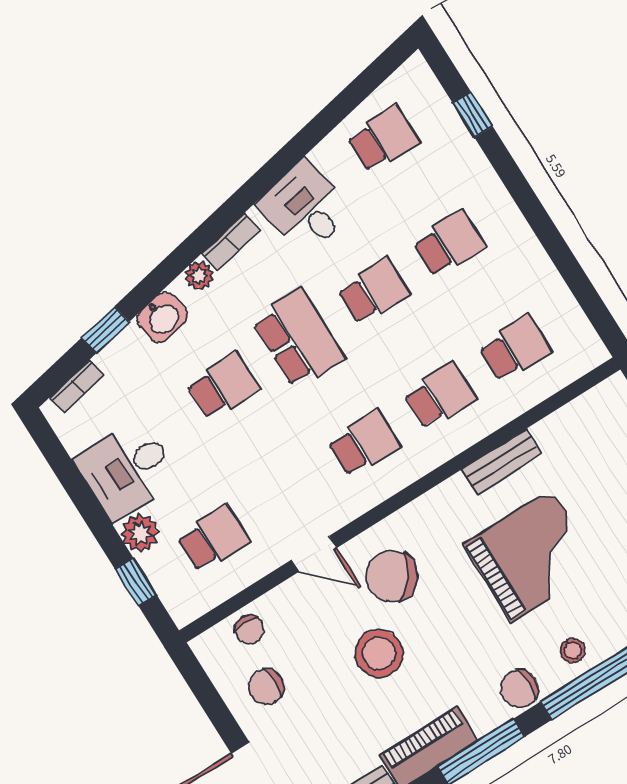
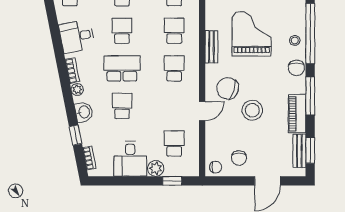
bench: (502, 462) -> (211, 47), moved
chair: (392, 576) -> (228, 88), turned 71
chair: (249, 629) -> (216, 167), moved

